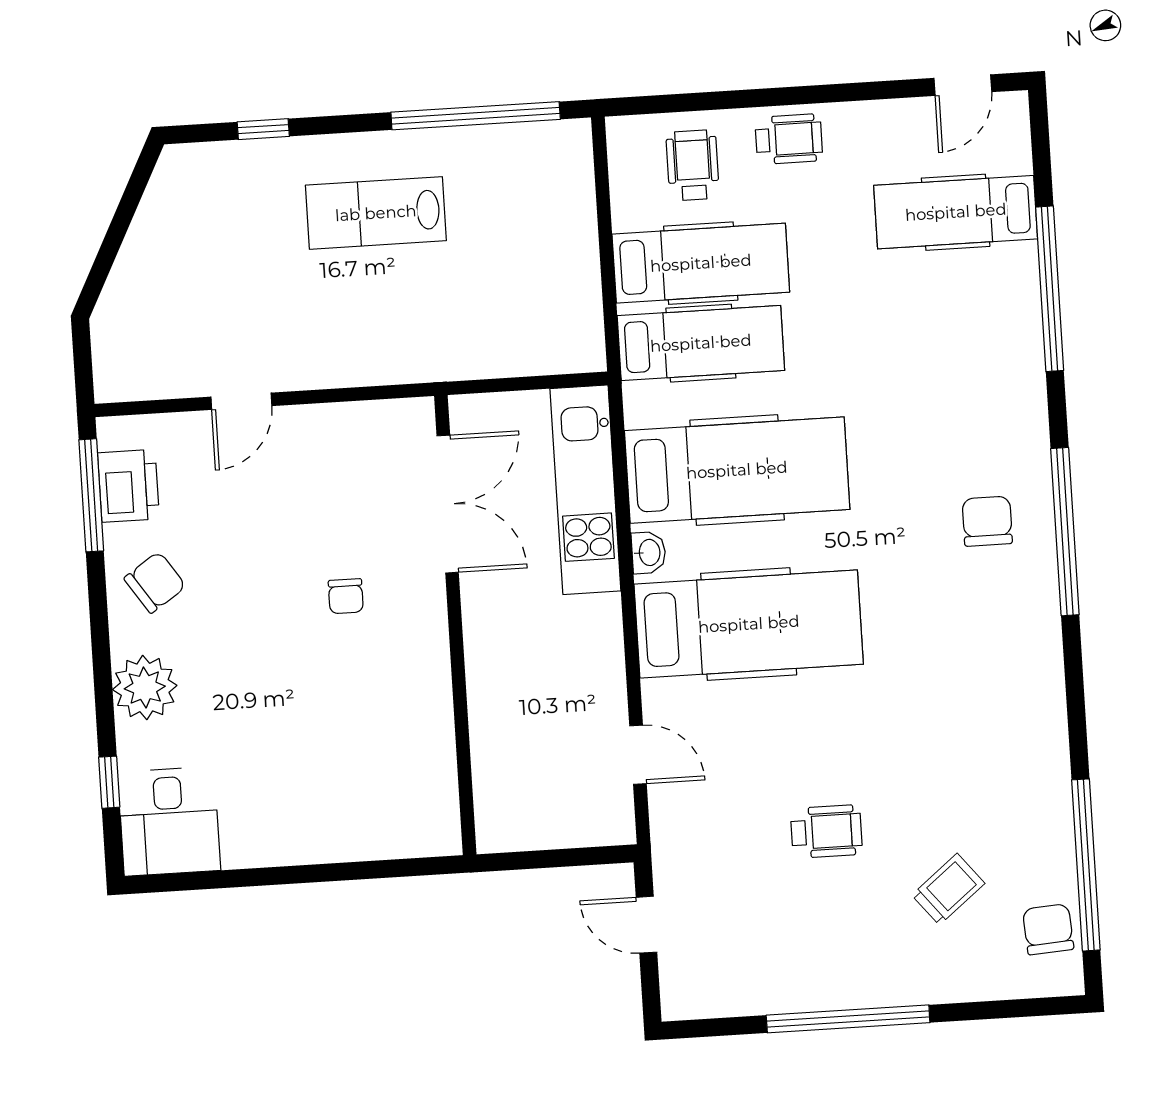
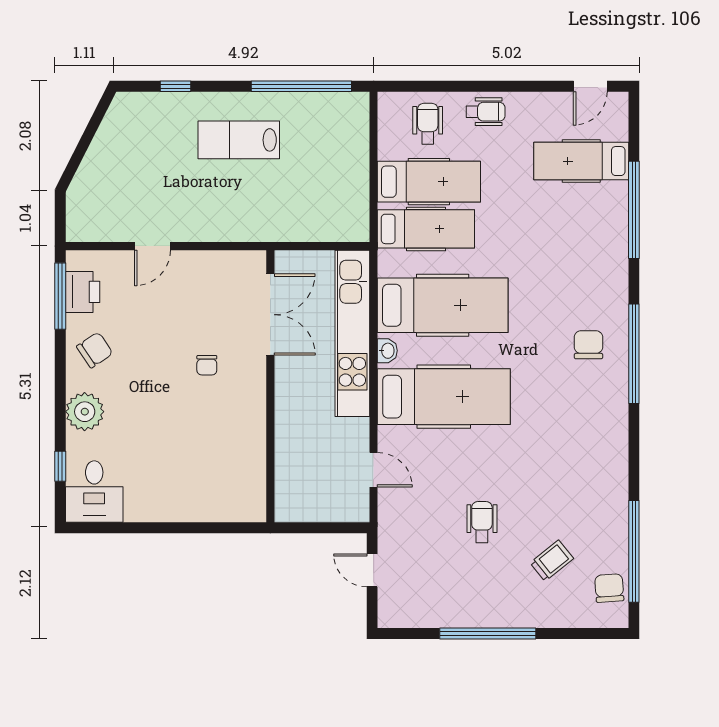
kitchen unit: (585, 490) -> (352, 333), width x1.36
wheelchair: (826, 831) -> (482, 522), turned -90

